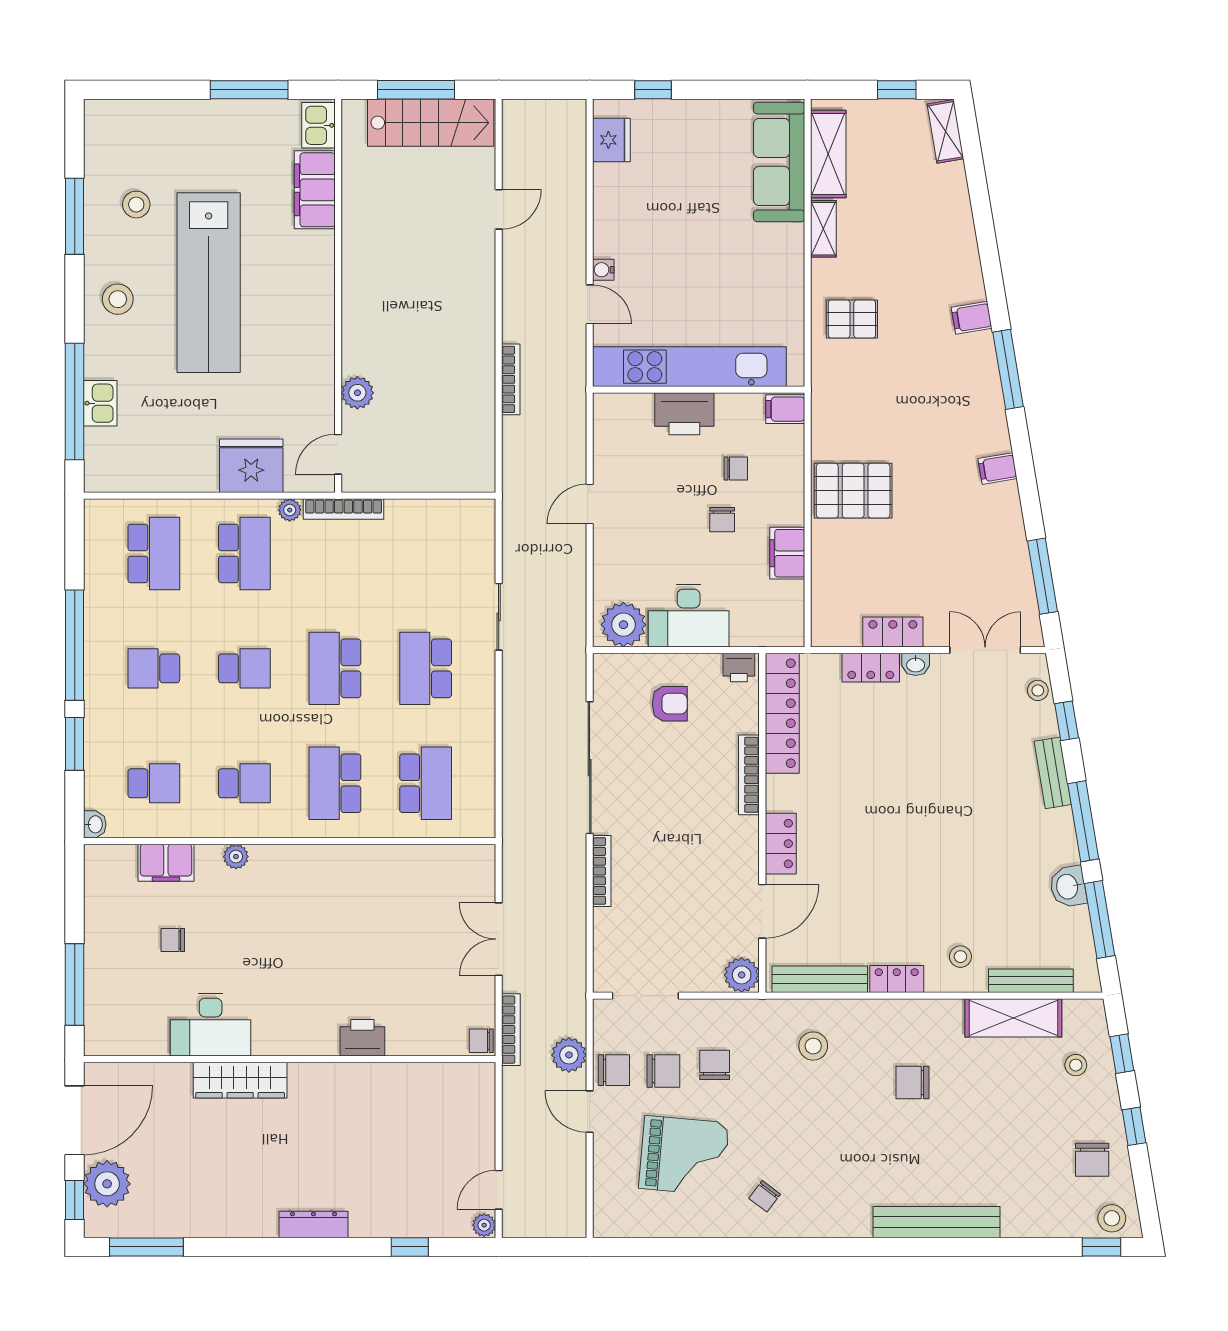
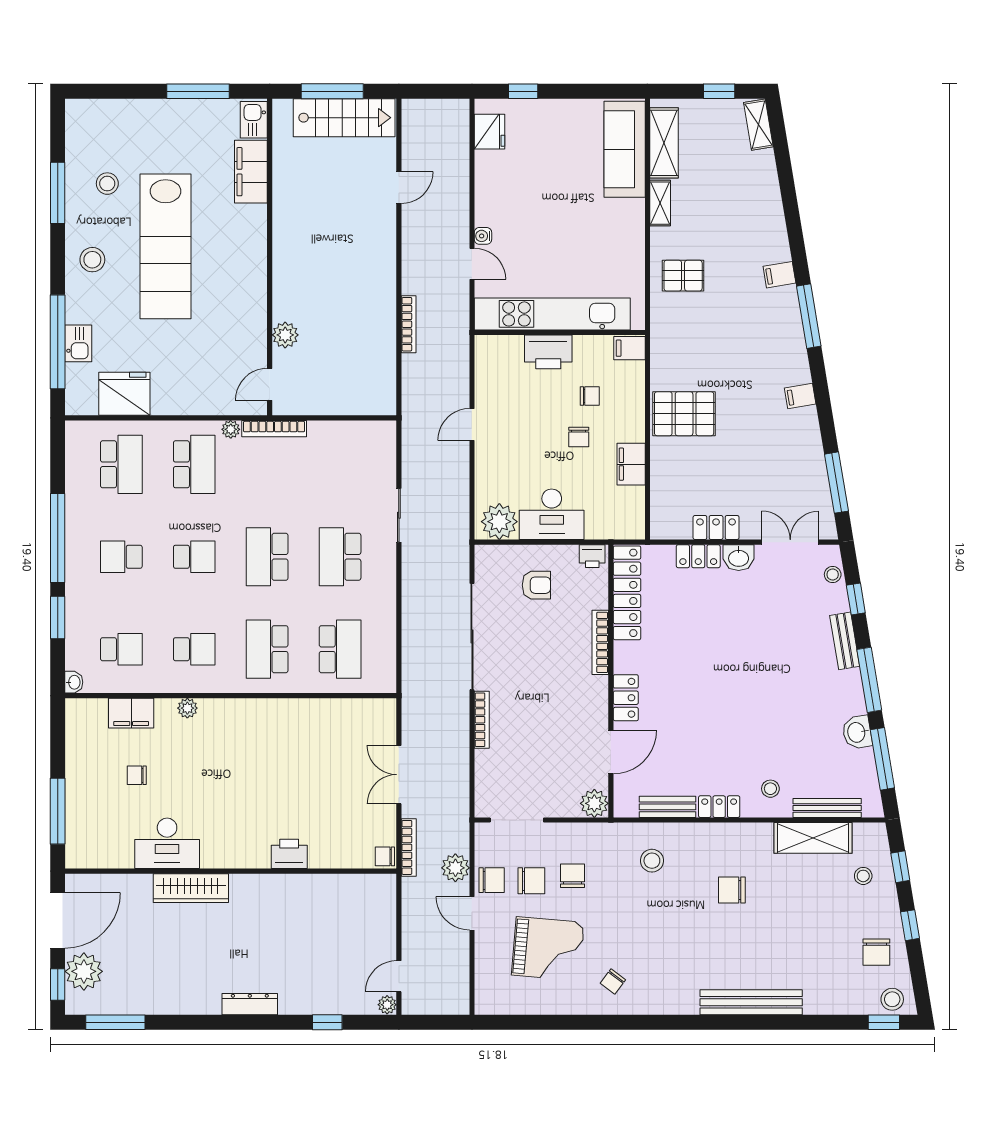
fridge: (251, 466) -> (124, 394), moved
washbasin: (916, 664) -> (739, 558), width x1.38, depth x1.45
bench: (820, 979) -> (668, 807), width x0.73

